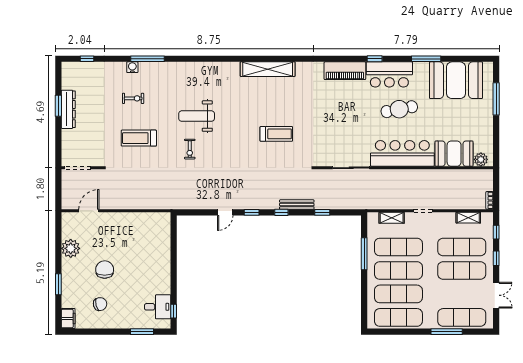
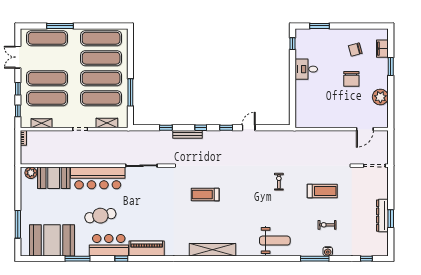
weight bench: (197, 116) -> (275, 241), moved
desk: (158, 307) -> (306, 69), moved
filing cabinet: (68, 319) -> (382, 49), moved

